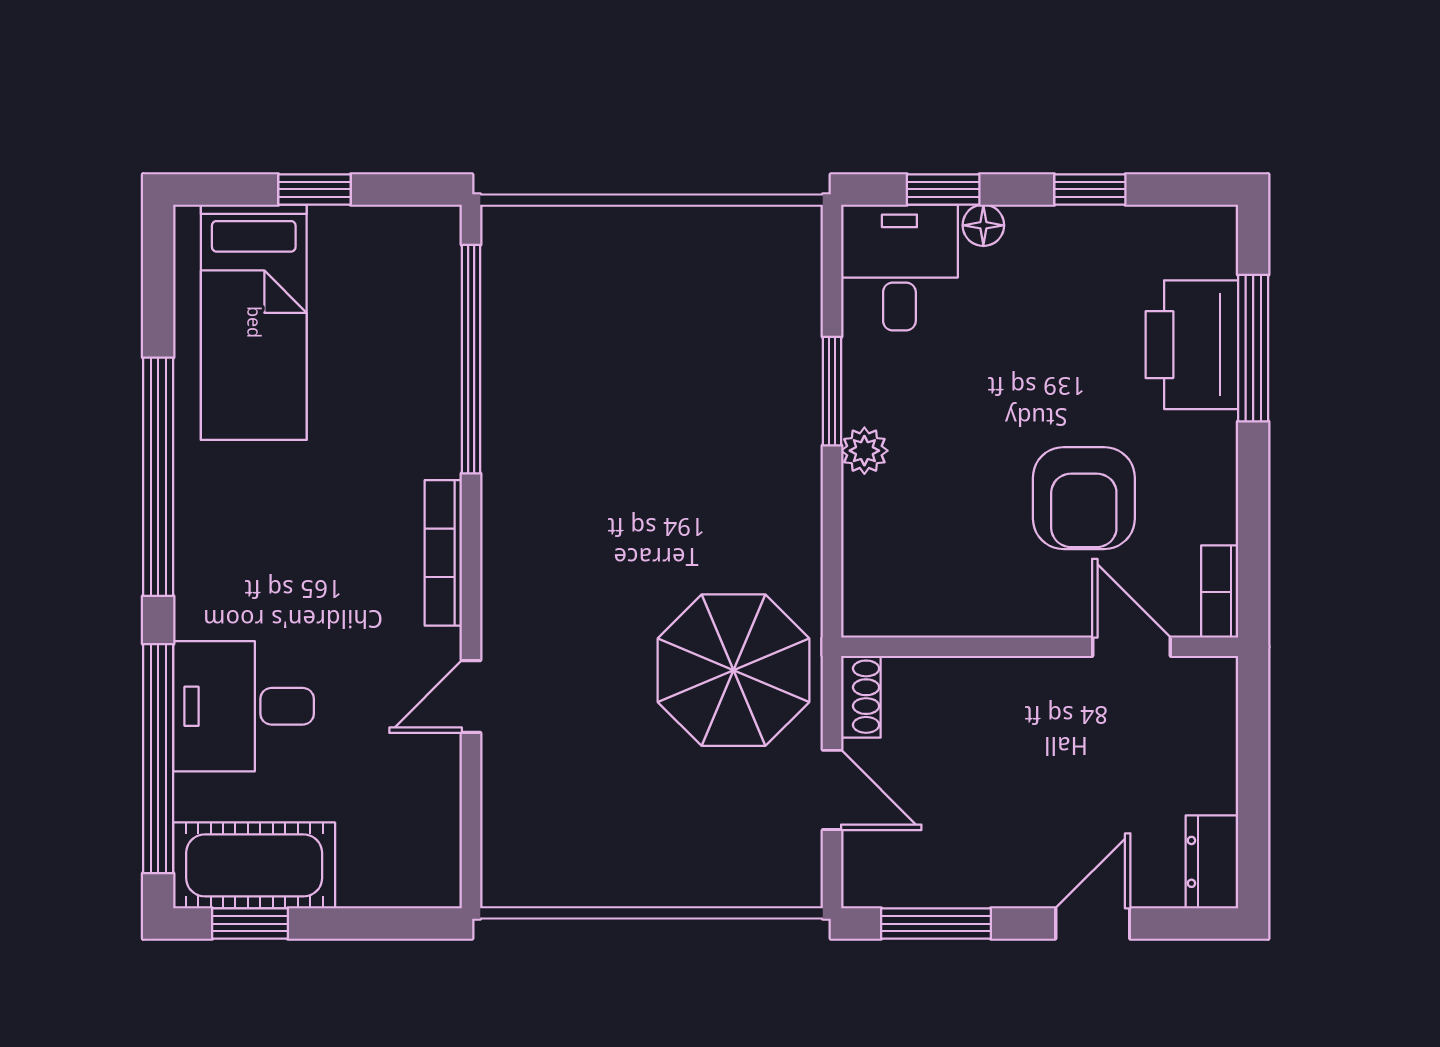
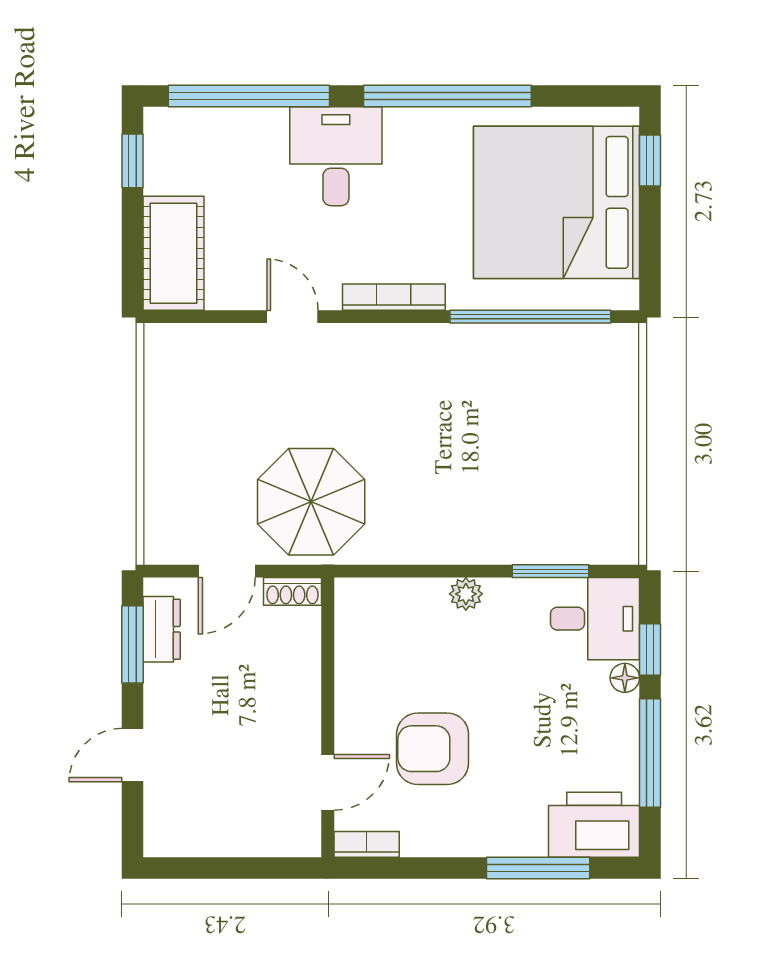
window: (315, 189) -> (650, 160), moved
window: (1090, 189) -> (650, 753), width x2.17
bed: (254, 322) -> (556, 202), width x2.04
printer: (1192, 345) -> (594, 825), moved
window: (832, 391) -> (551, 571), moved
desk: (244, 706) -> (336, 156), moved
dresser: (1212, 862) -> (162, 629), moved, turned 90
cot: (254, 865) -> (173, 253), moved
door: (1093, 924) -> (133, 755), swing flipped

